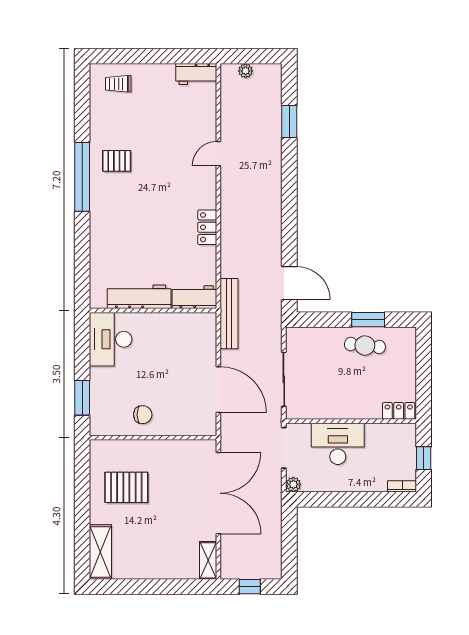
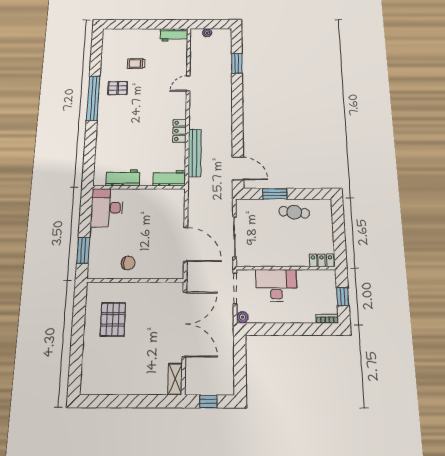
trolley: (118, 84) -> (136, 64), moved
workbench: (139, 297) -> (123, 178), width x0.73
bench: (229, 314) -> (195, 153), moved
window: (368, 320) -> (275, 194), moved
pallet: (126, 487) -> (113, 319), turned 90
shelving: (100, 552) -> (90, 372), removed

